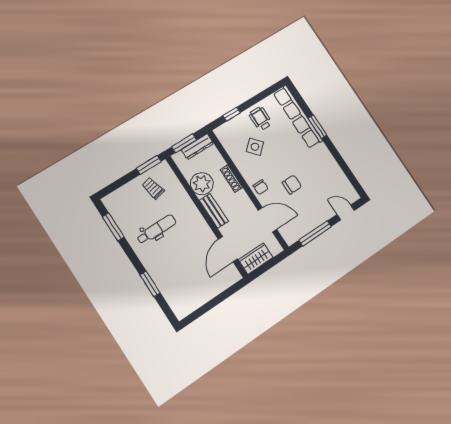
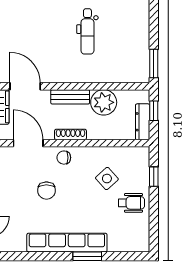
row of seats: (298, 117) -> (67, 243), moved
window: (184, 143) -> (154, 111), width x0.67
shoe rack: (231, 179) -> (70, 134), moved
trolley: (153, 188) -> (129, 53), removed
door: (267, 220) -> (28, 143), swing flipped

